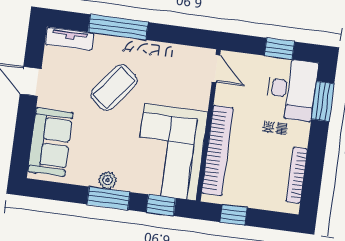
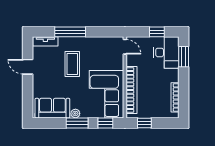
coffee table: (114, 88) -> (72, 64), turned -38
sofa: (50, 142) -> (52, 108), moved, turned -90

